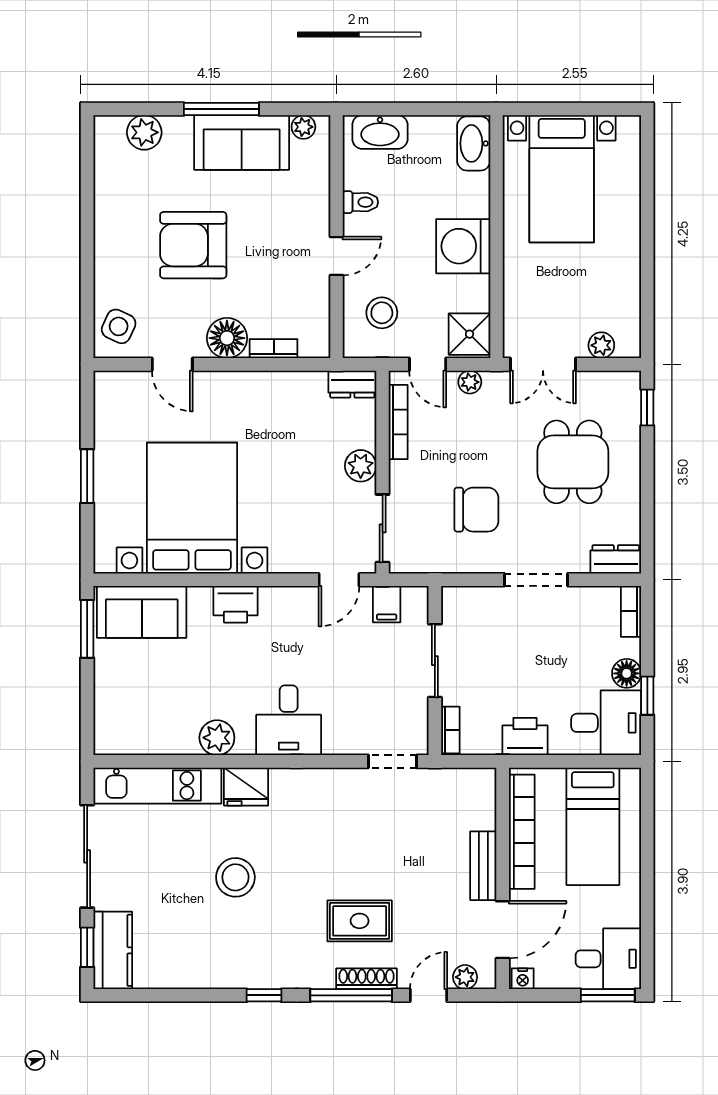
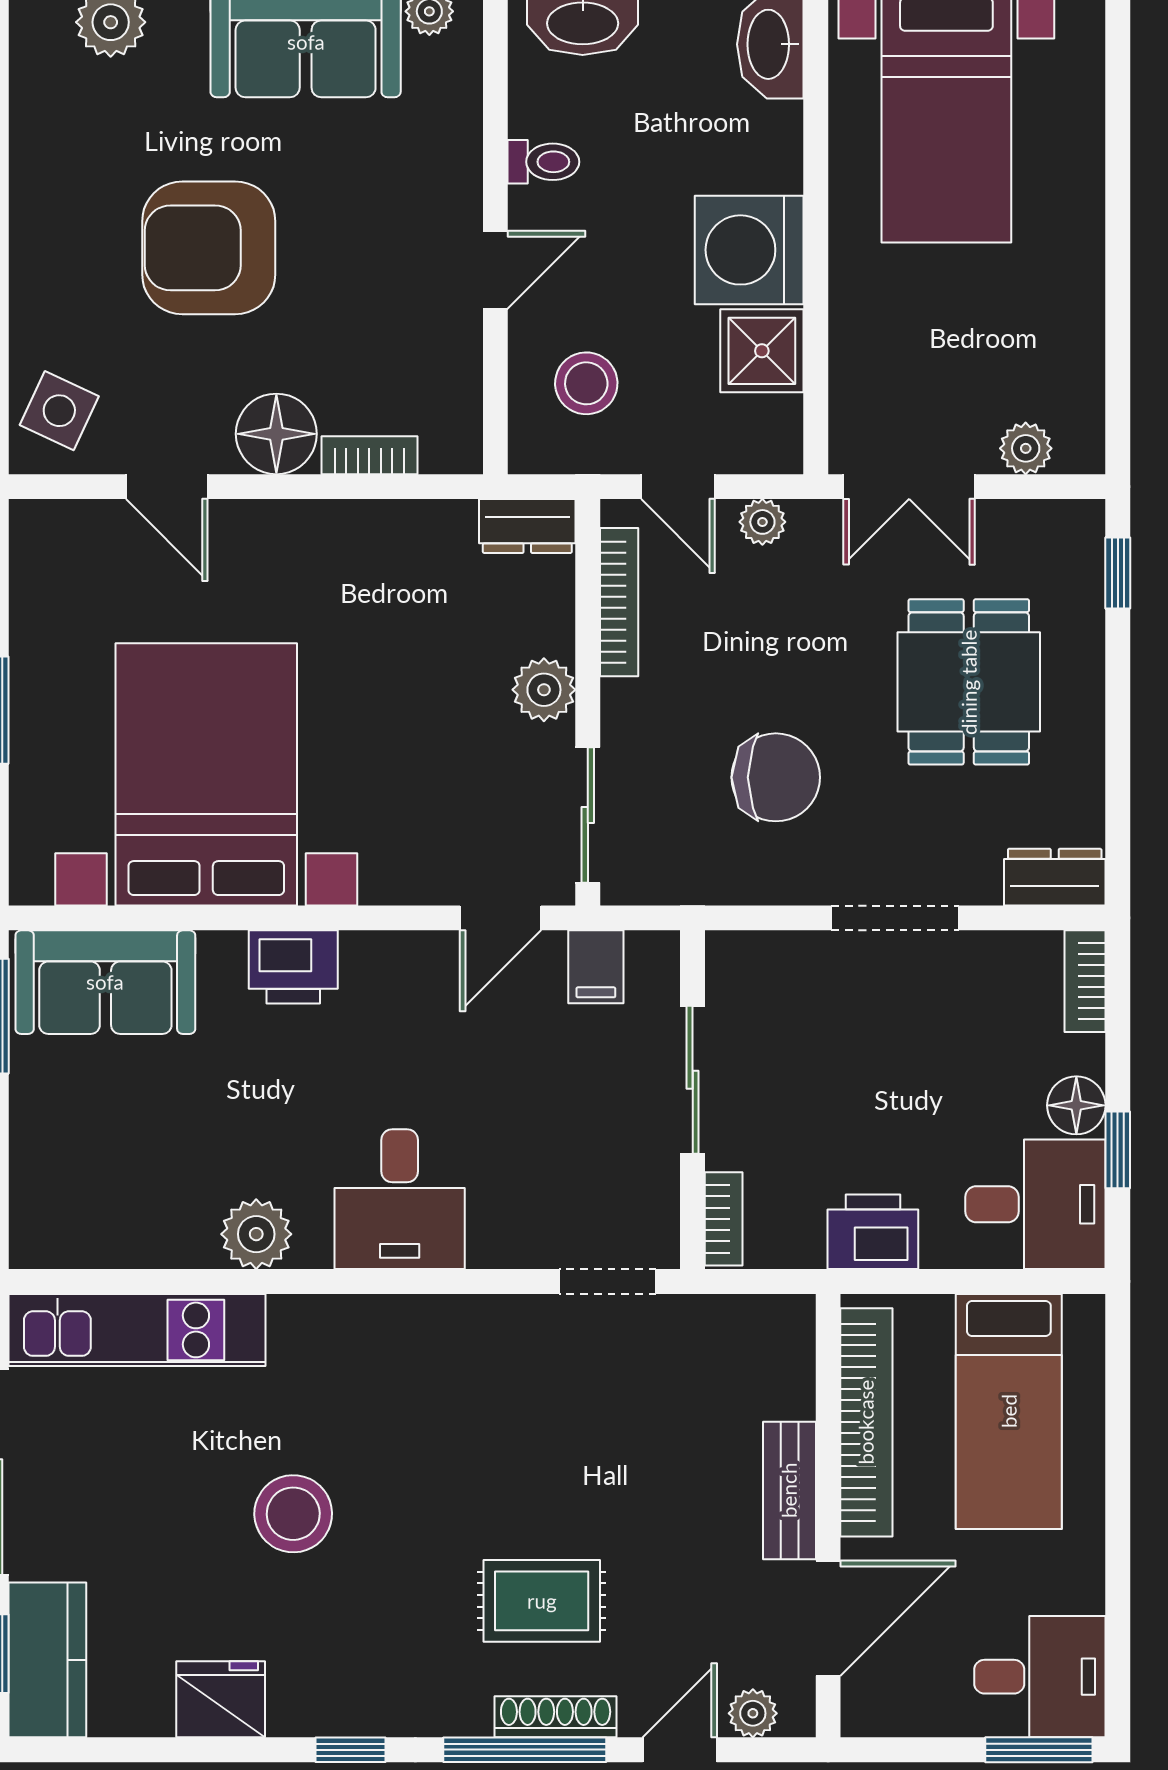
shower: (470, 334) -> (762, 351), moved
fridge: (246, 787) -> (221, 1699), moved, turned 180
nightstand: (523, 979) -> (868, 1717), removed

